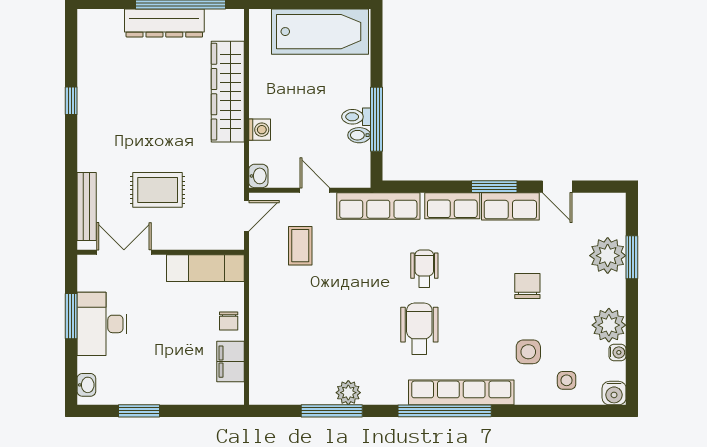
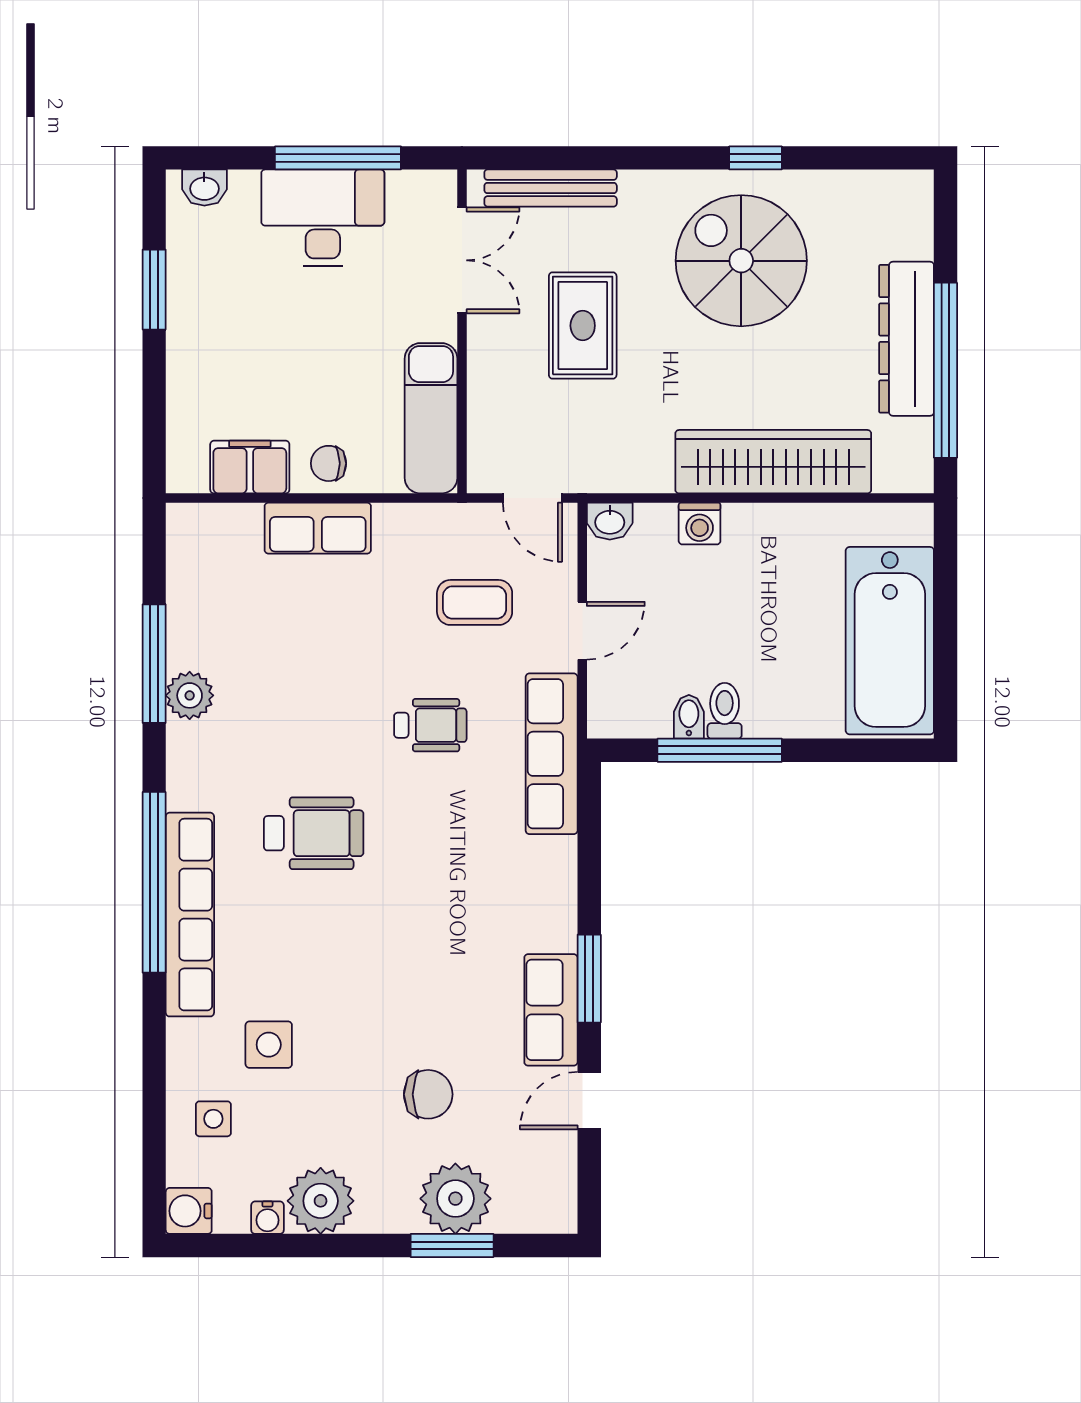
spiral stairs: (124, 108) -> (741, 261), added
row of seats: (452, 206) -> (318, 528), moved, turned -90
wheelchair: (424, 269) -> (430, 725), moved
chair: (527, 286) -> (428, 1094), moved
window: (71, 316) -> (338, 158), width x1.44

